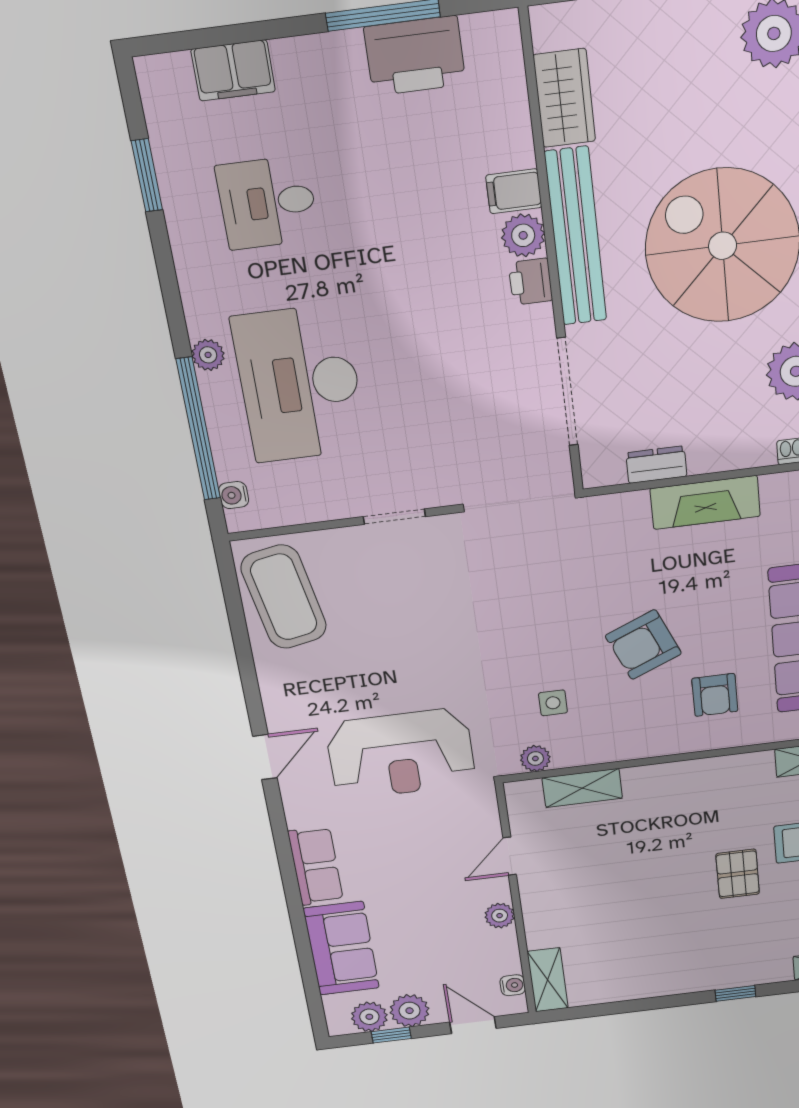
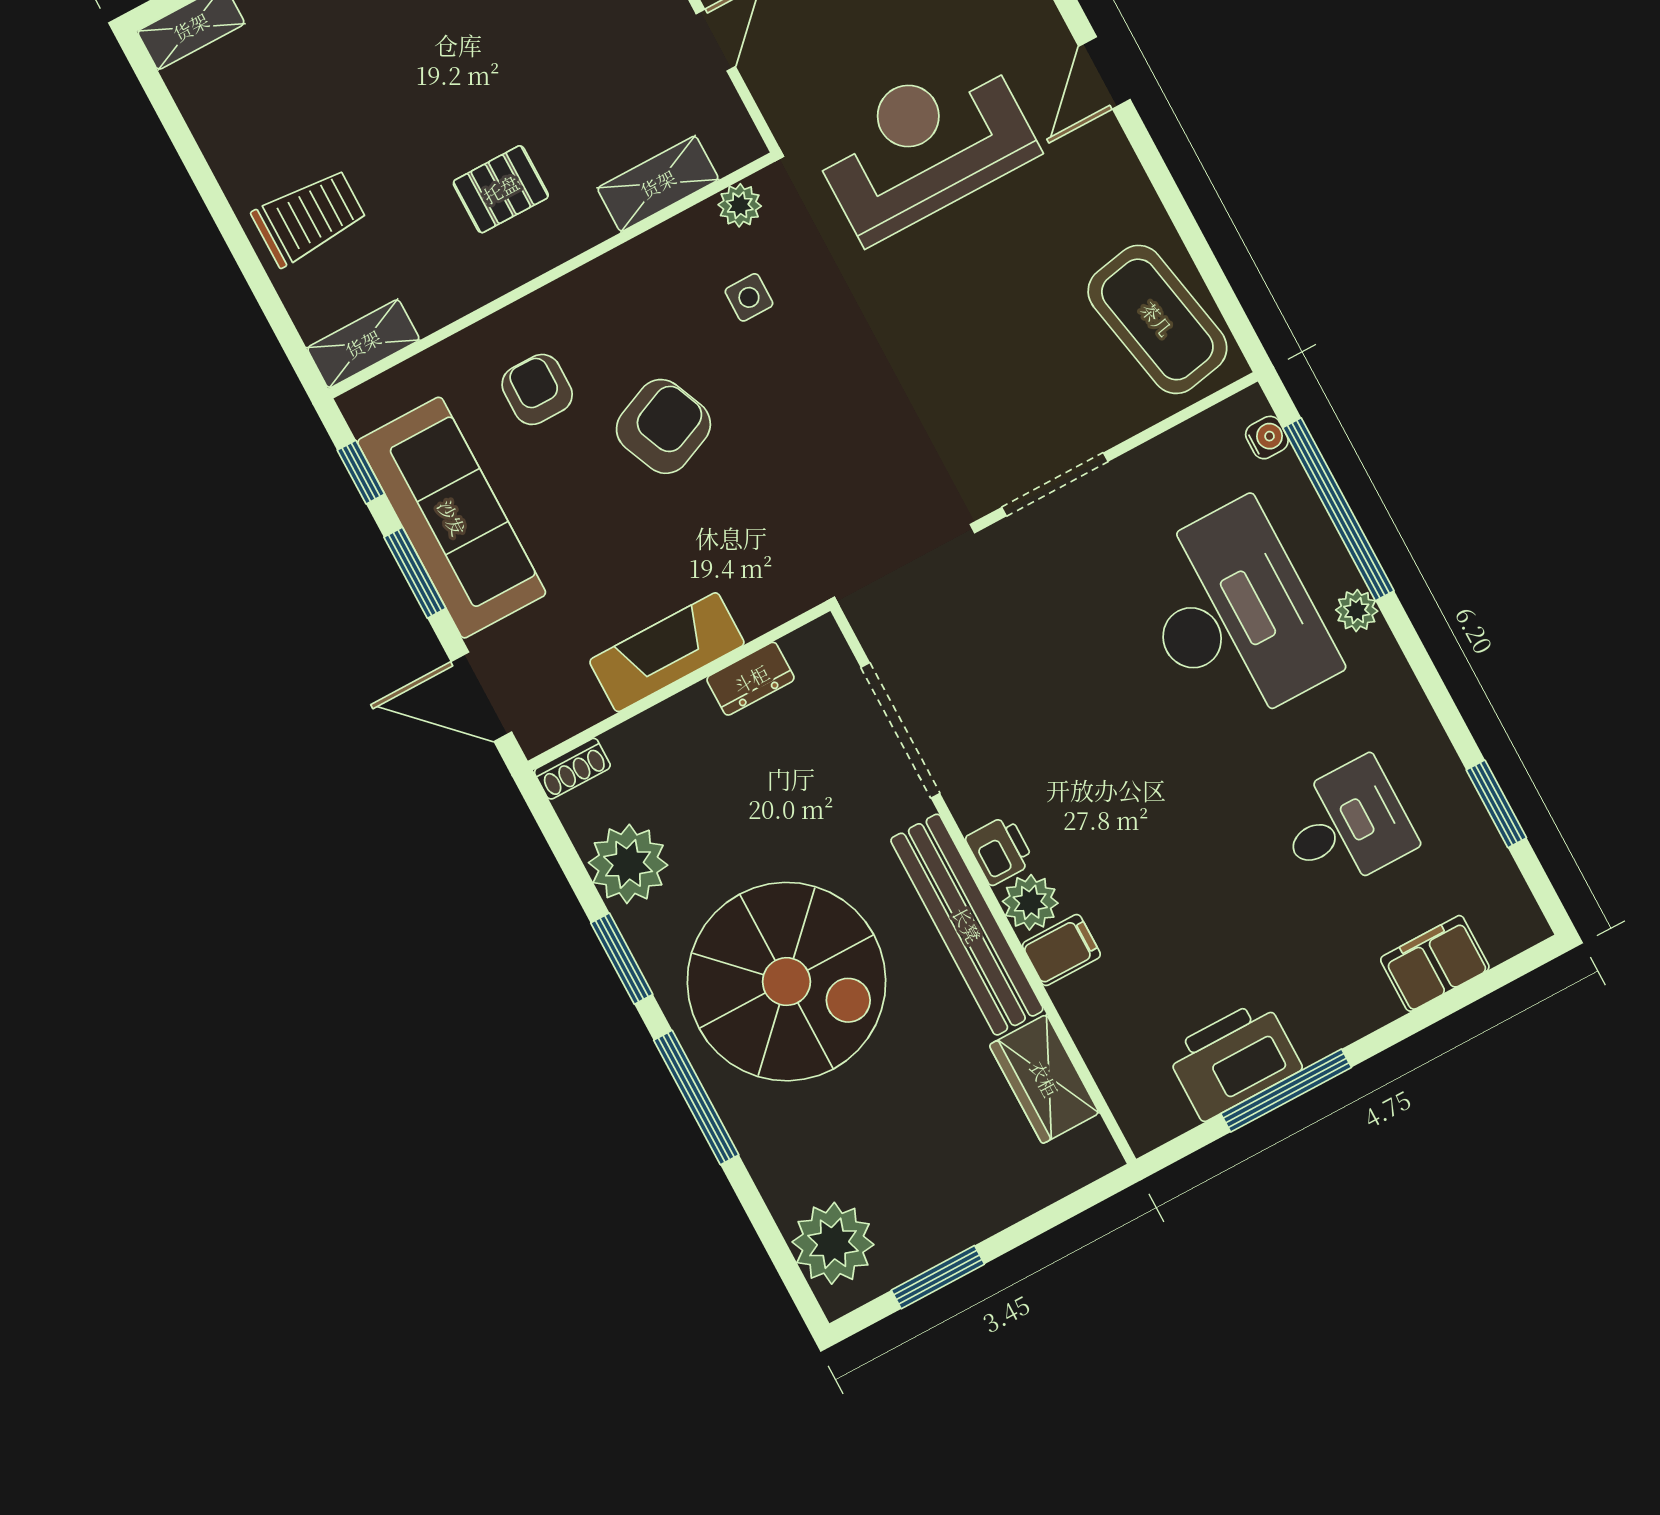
doorway: (394, 517) -> (1055, 484), width x1.38
pallet: (738, 874) -> (501, 189), moved, turned 90

